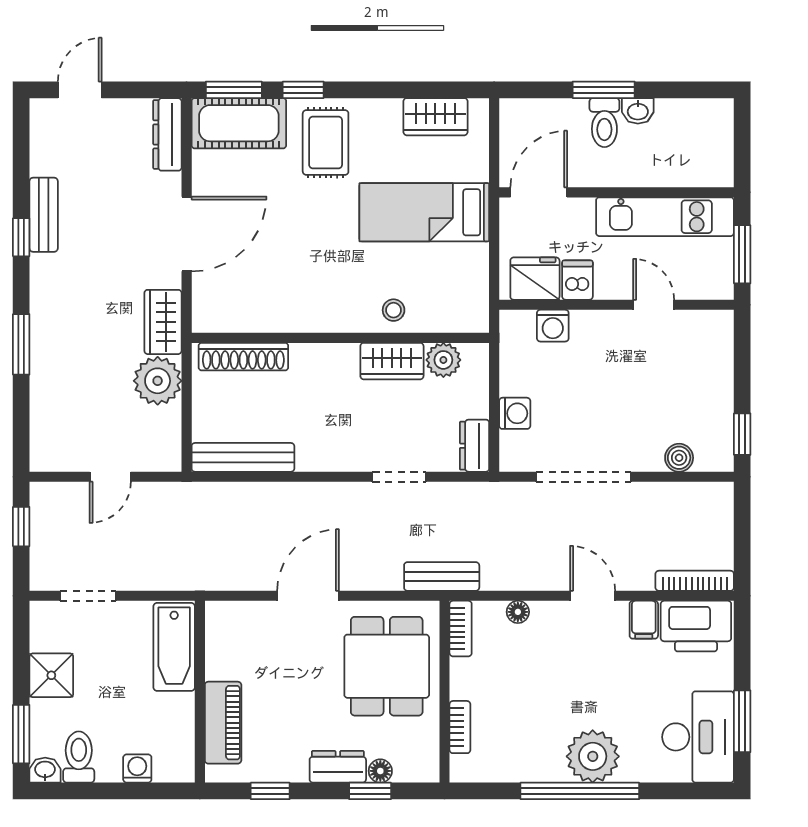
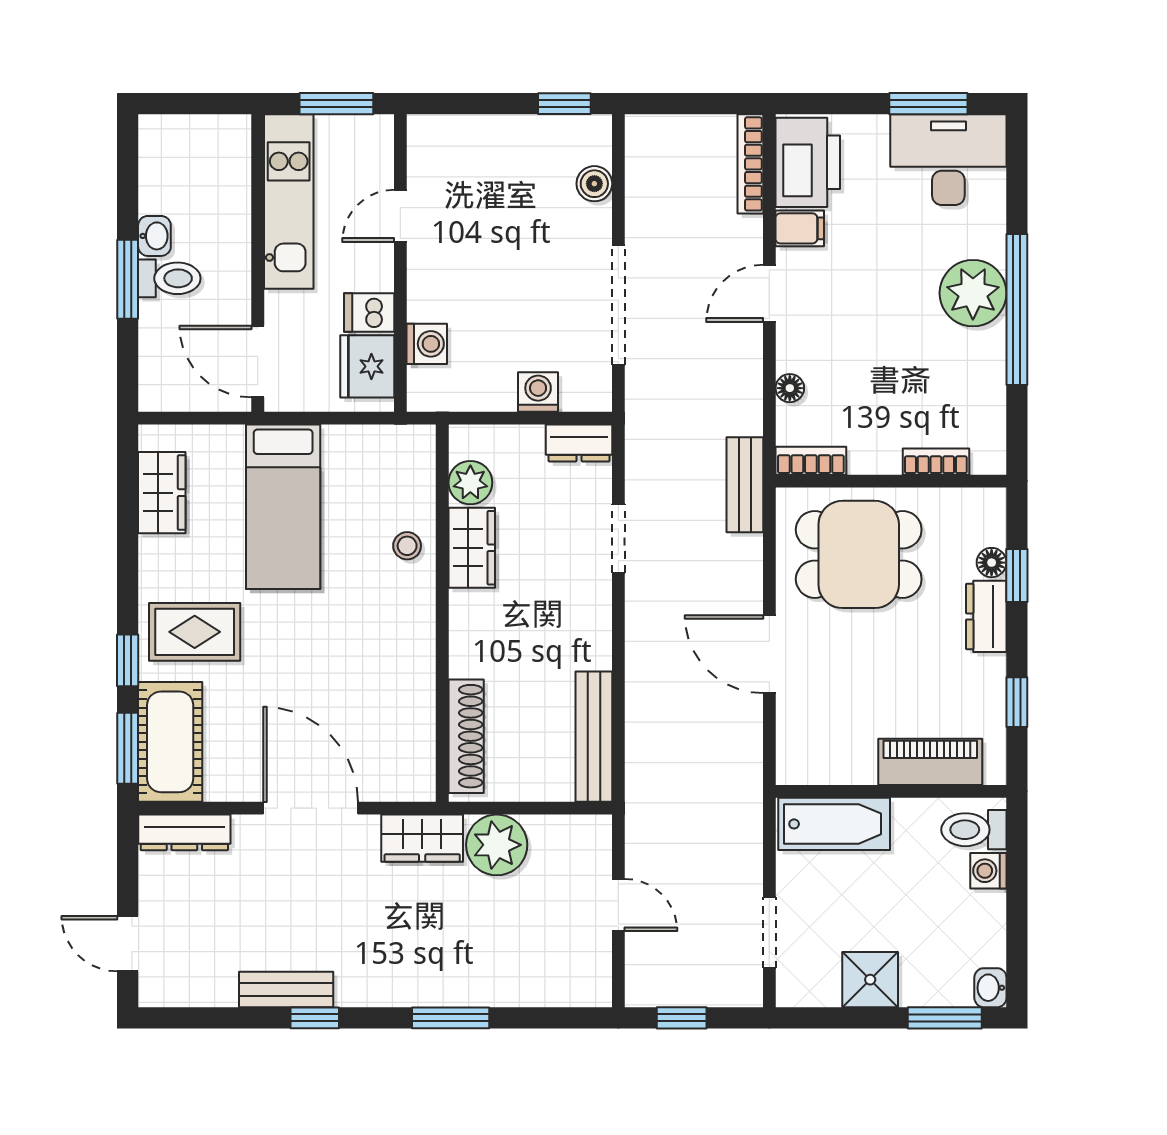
toilet: (79, 757) -> (974, 830), moved

